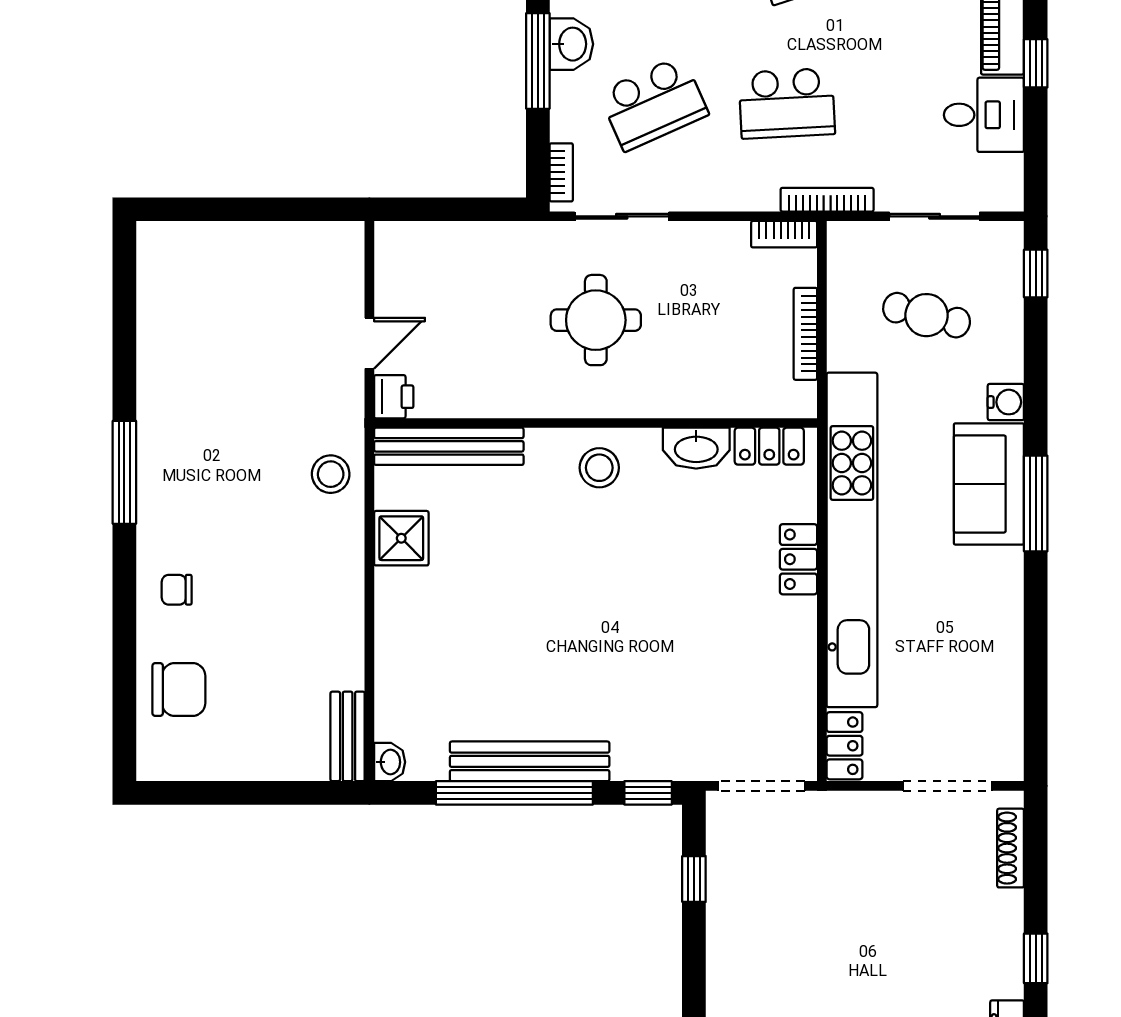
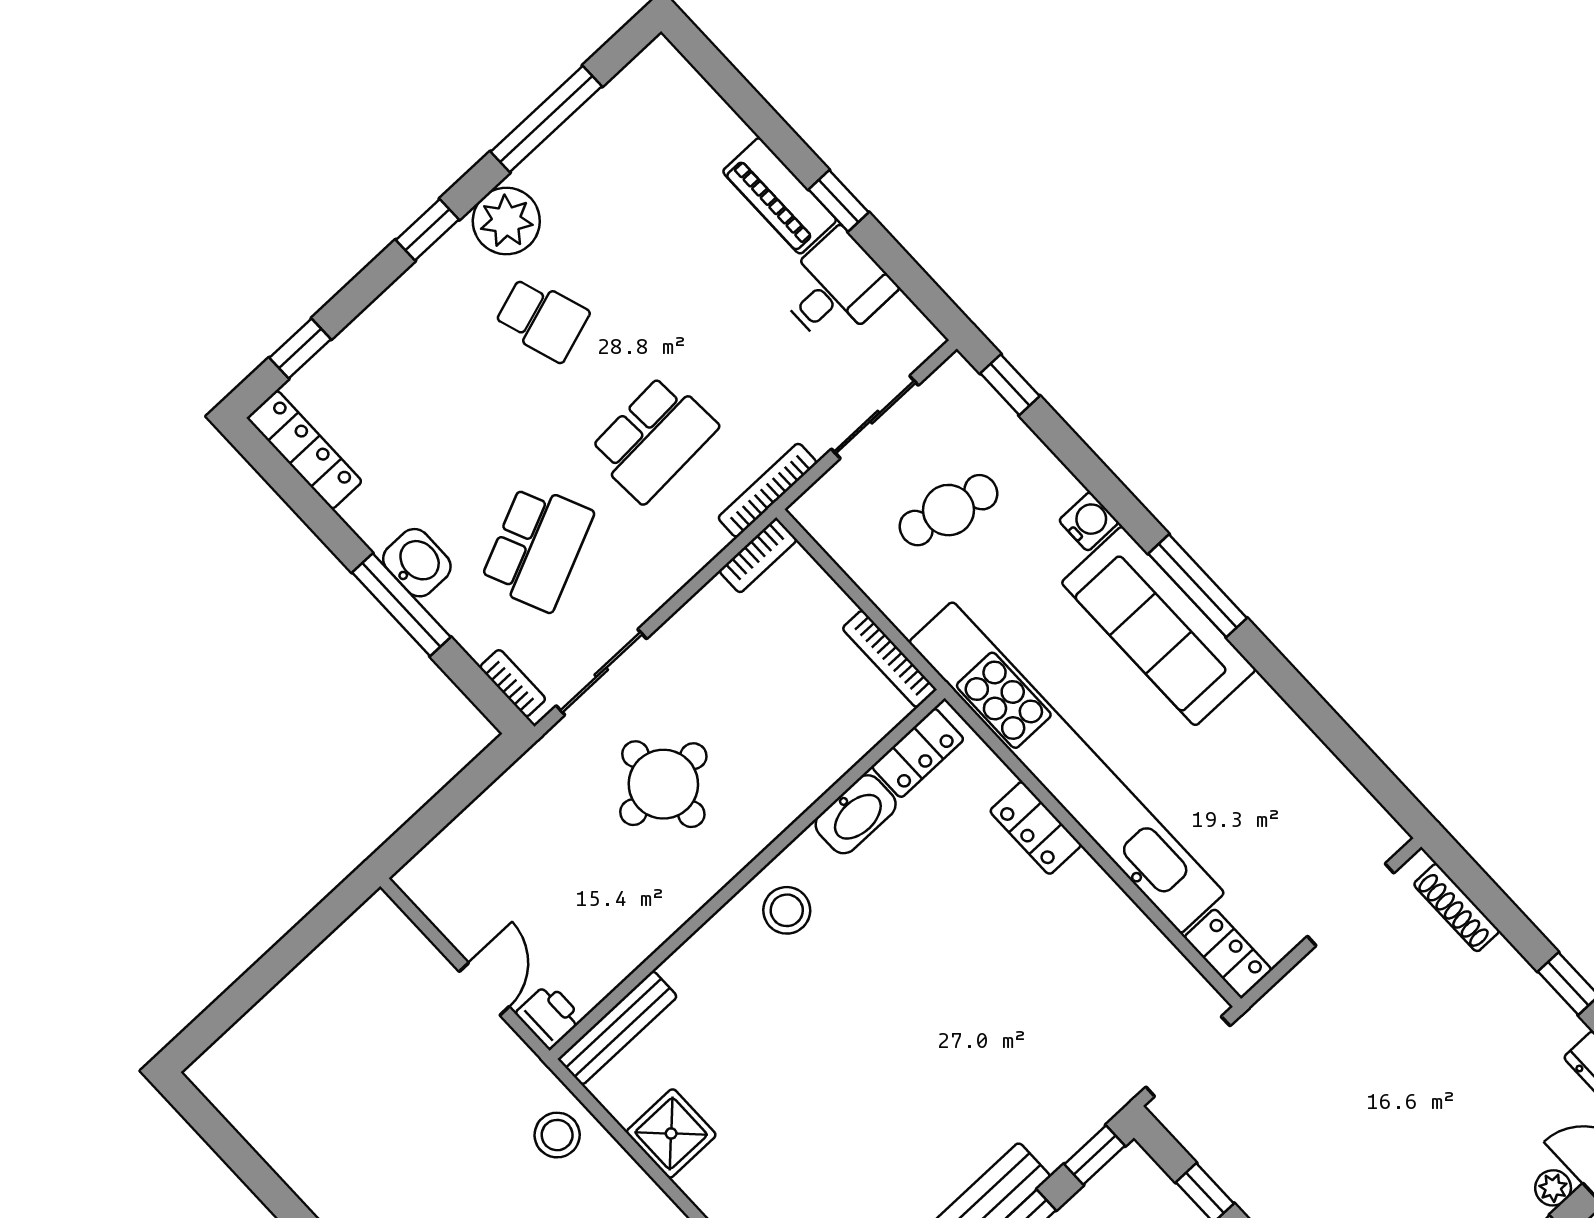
bookcase: (805, 334) -> (889, 659), moved
bench: (449, 446) -> (618, 1028), width x0.73, depth x0.82
sofa: (989, 484) -> (1159, 626), width x1.36

